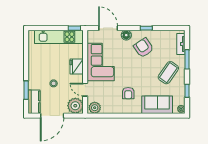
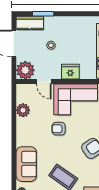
door: (85, 90) -> (44, 82), swing flipped
armchair: (128, 93) -> (59, 129), moved
plant: (95, 108) -> (23, 110), moved

